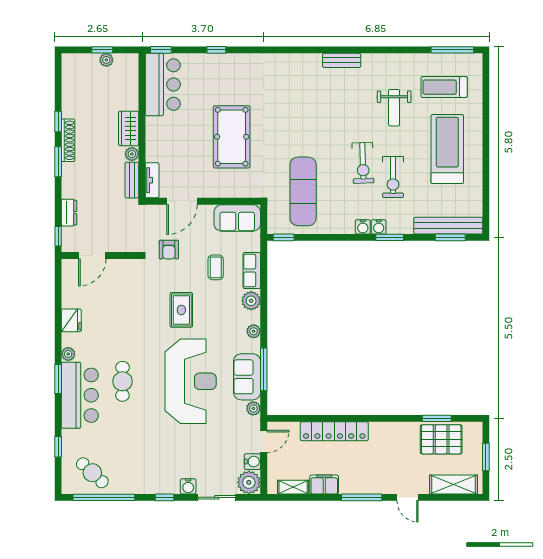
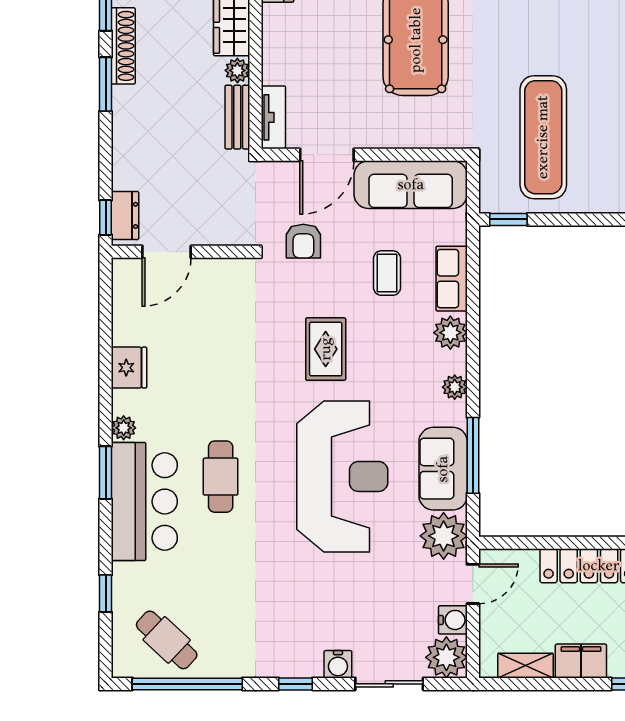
dresser: (69, 213) -> (125, 215), moved
sofa: (237, 218) -> (411, 185), width x1.36
plant: (253, 408) -> (444, 536), width x1.87, depth x1.87

